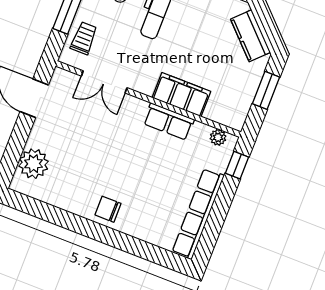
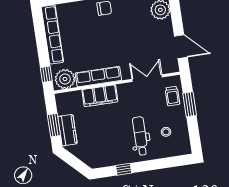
kitchen counter: (250, 36) -> (67, 130), moved, turned 45
row of seats: (169, 122) -> (98, 77), width x1.48
plant: (218, 137) -> (65, 79), width x1.88, depth x1.88

